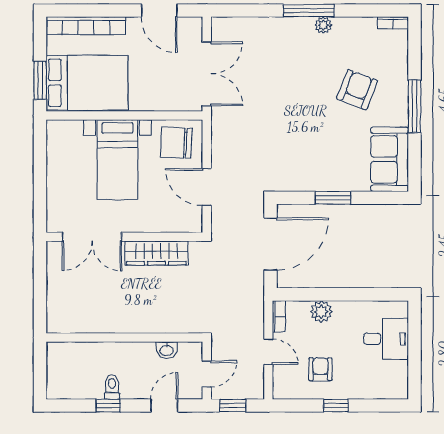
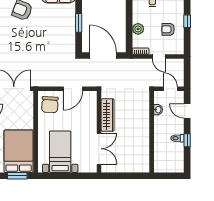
bed with nightstands: (117, 160) -> (60, 152), moved, turned -90
door: (268, 352) -> (159, 57), swing flipped
window: (233, 405) -> (187, 75), removed

